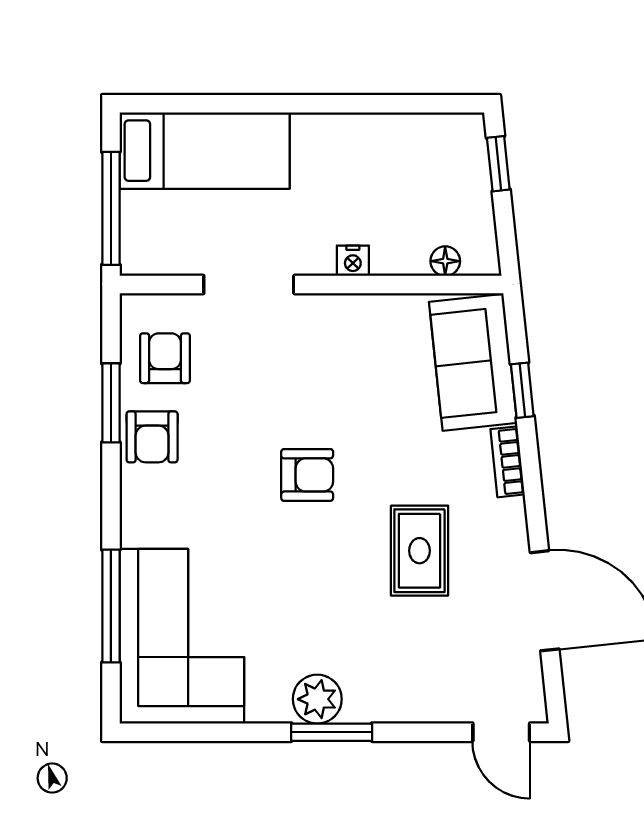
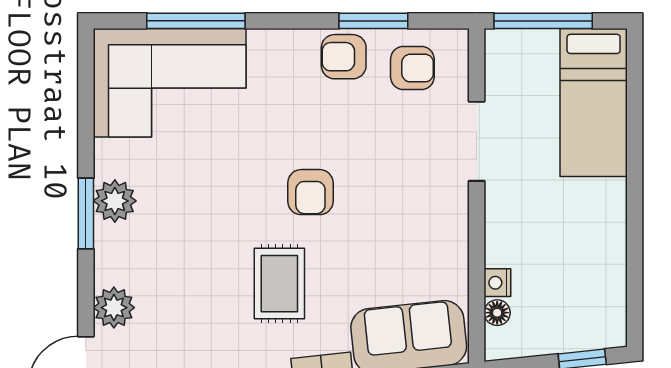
nightstand: (353, 261) -> (497, 283), moved
rug: (420, 551) -> (279, 284), moved, turned 90
plant: (439, 700) -> (114, 308), added

